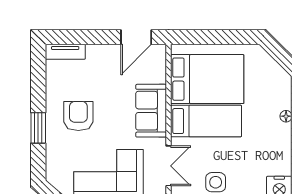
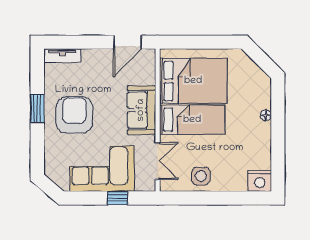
armchair: (78, 116) -> (74, 115), width x1.36, depth x1.36
window: (38, 128) -> (37, 108), moved

